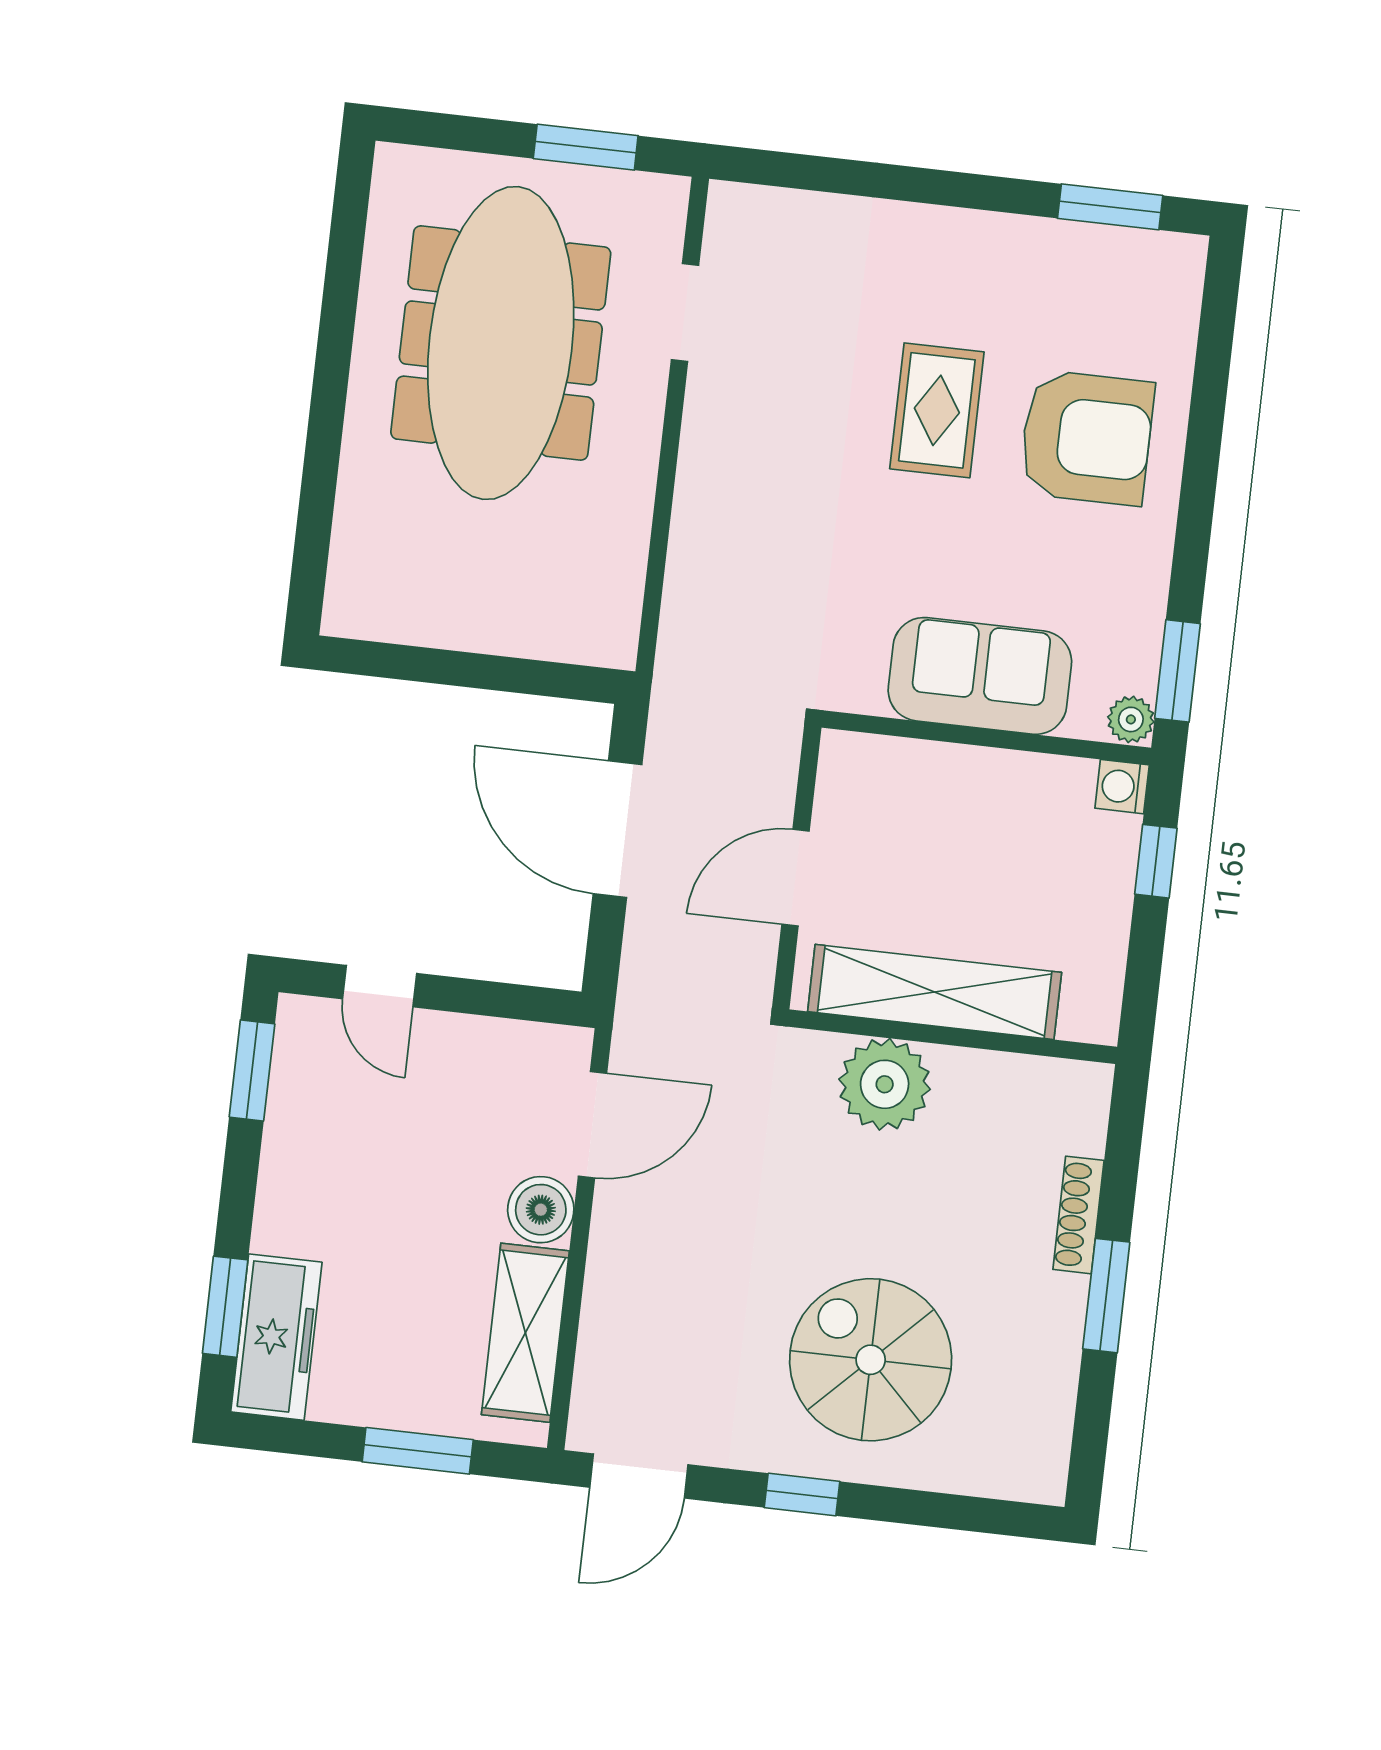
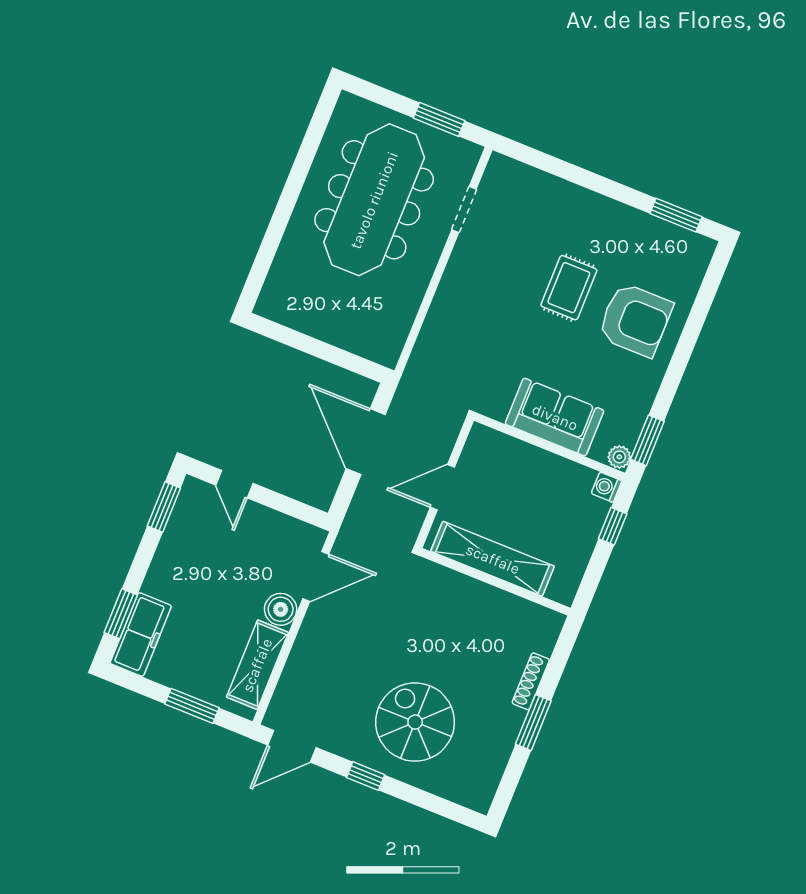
plant: (885, 1084) -> (457, 595), removed

